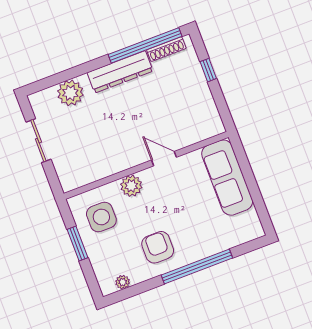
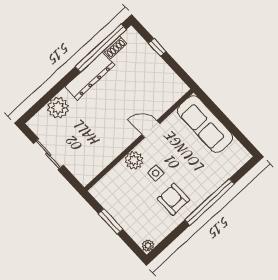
shoe rack: (166, 49) -> (115, 47), width x0.70
side table: (101, 217) -> (156, 173), moved, width x0.54, depth x0.54
plant: (123, 282) -> (148, 246), moved

